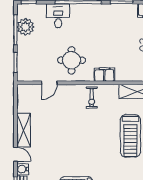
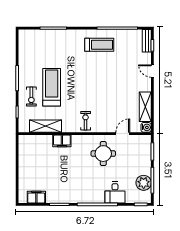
filing cabinet: (104, 75) -> (62, 141), moved
shelving: (24, 130) -> (145, 107), moved
water cooler: (23, 169) -> (146, 127), moved

